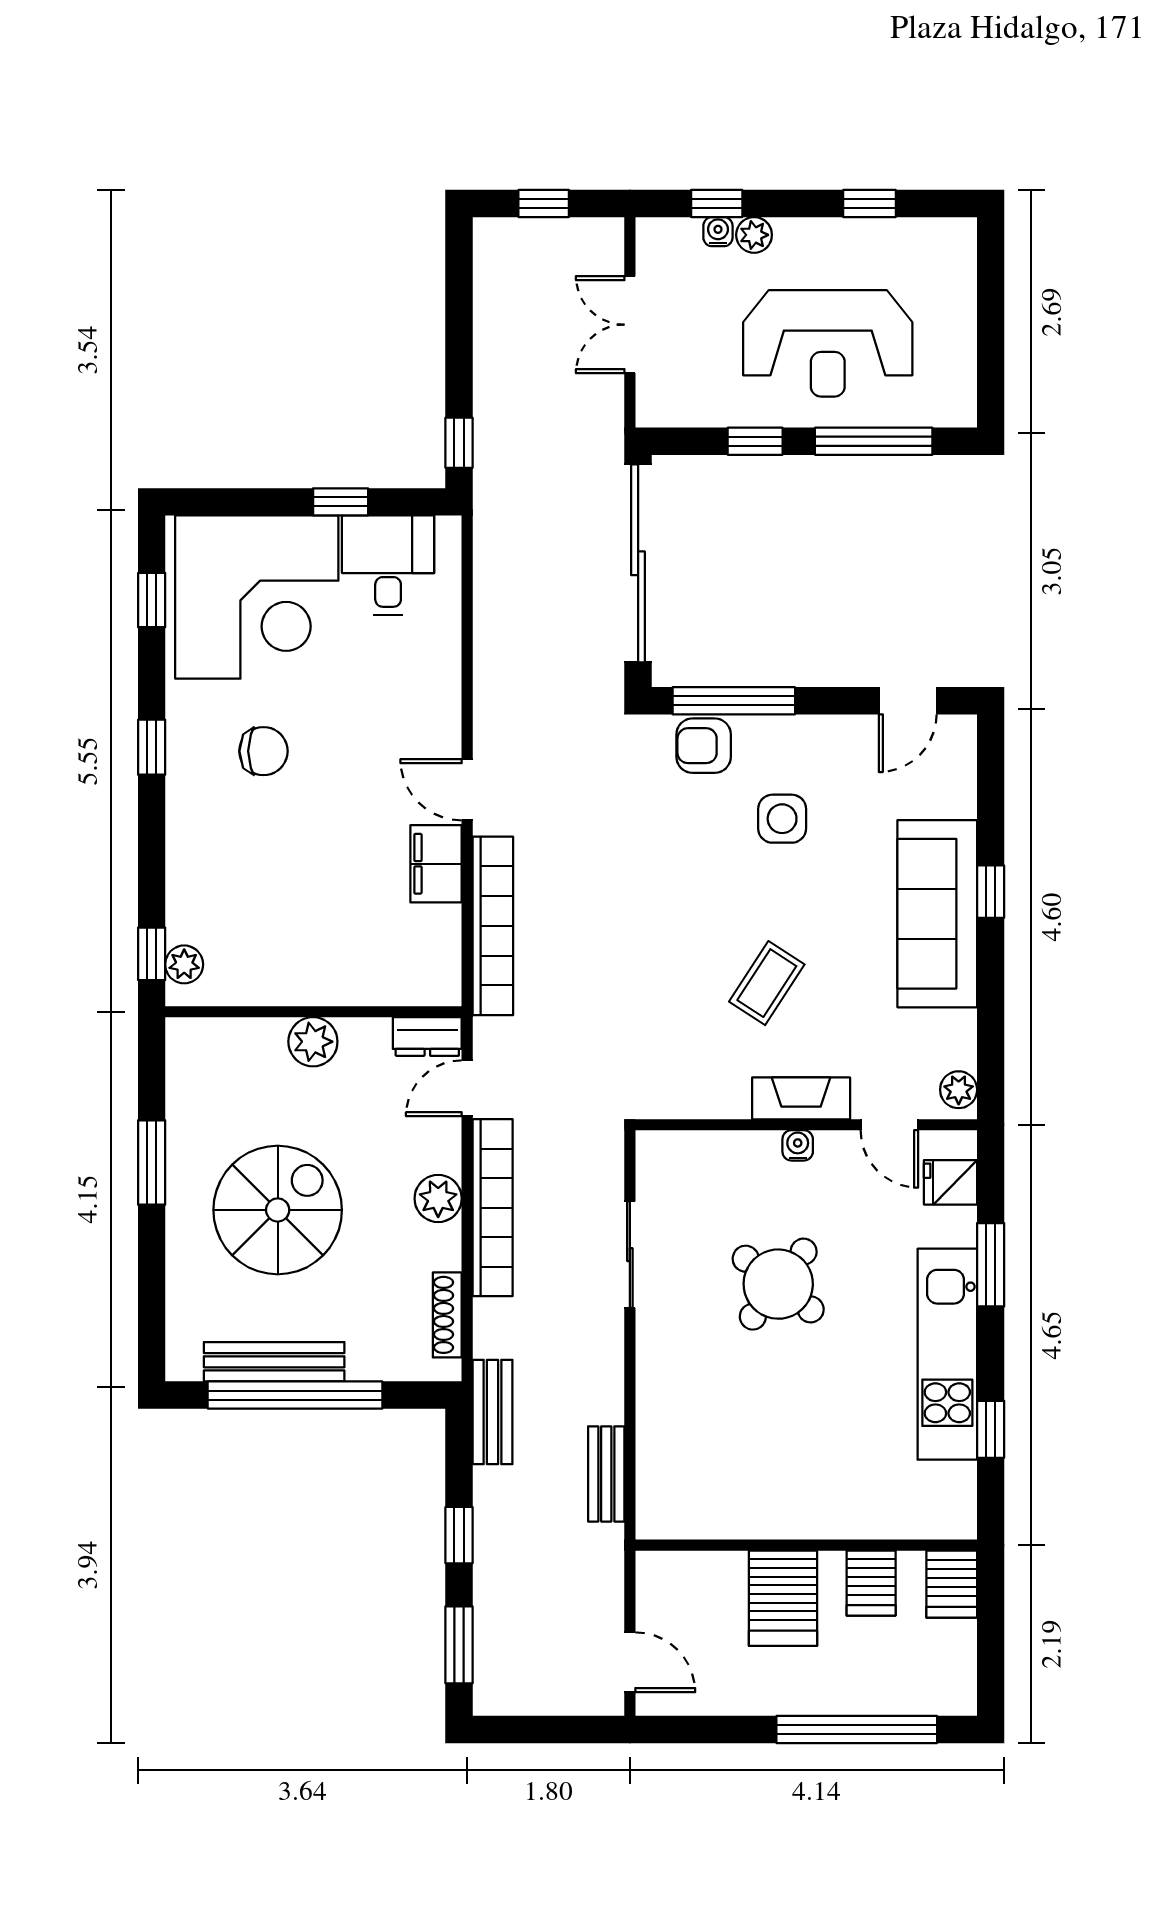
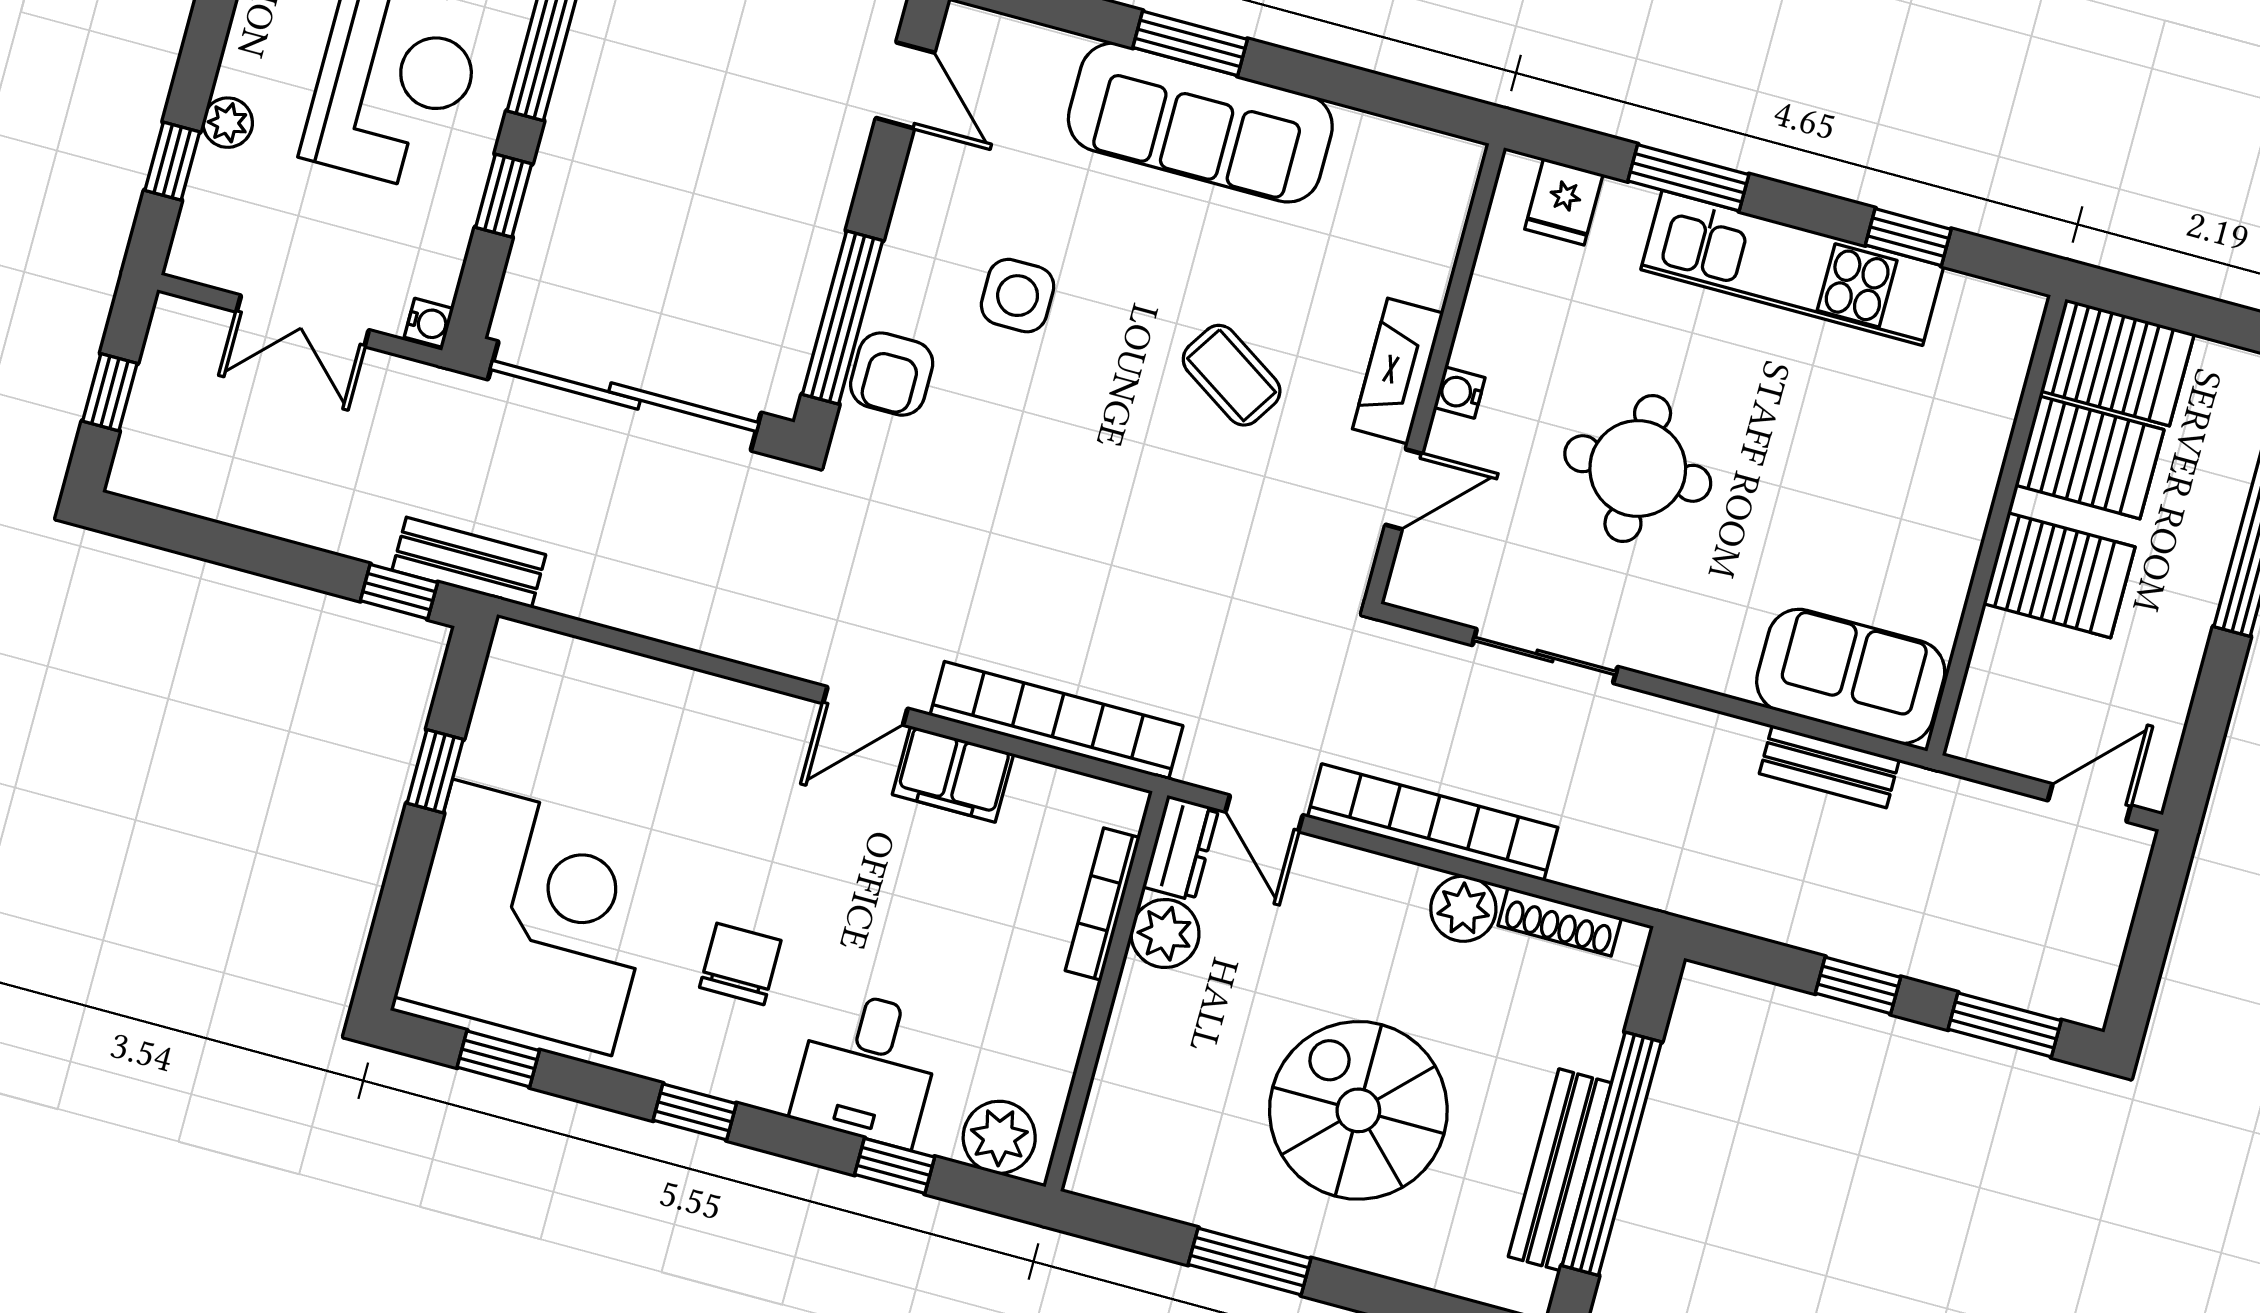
water cooler: (718, 232) -> (429, 323), moved, turned 180
desk: (388, 565) -> (867, 1068), moved, turned -90
window: (991, 892) -> (1190, 43), width x1.50
window: (152, 954) -> (895, 1166), moved
plant: (184, 964) -> (999, 1137), width x1.38, depth x1.38
bookcase: (373, 993) -> (1103, 904), added
plant: (313, 1042) -> (1165, 934), moved
plant: (959, 1090) -> (1443, 158), removed
door: (889, 1125) -> (1404, 489), moved
plant: (438, 1198) -> (1463, 909), moved
round table: (778, 1284) -> (1638, 469), turned -38
bench: (493, 1412) -> (469, 562), moved
sofa: (673, 1472) -> (1851, 676), added
server rack: (871, 1583) -> (2090, 457), width x1.36, depth x1.44
server rack: (952, 1584) -> (2117, 362), width x1.36, depth x1.44

